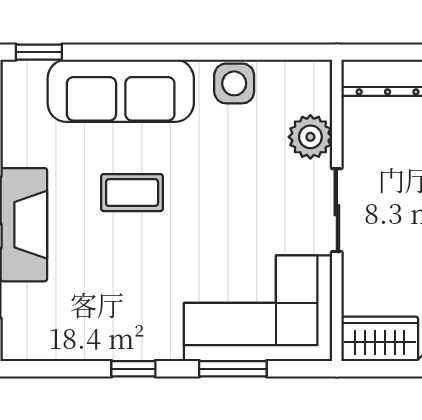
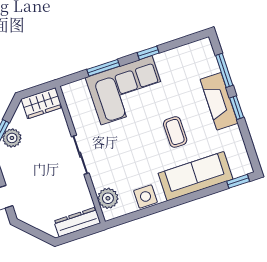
plant: (310, 137) -> (108, 198), moved
coffee table: (132, 193) -> (175, 132), turned 90
corner sofa: (258, 308) -> (127, 90), moved

